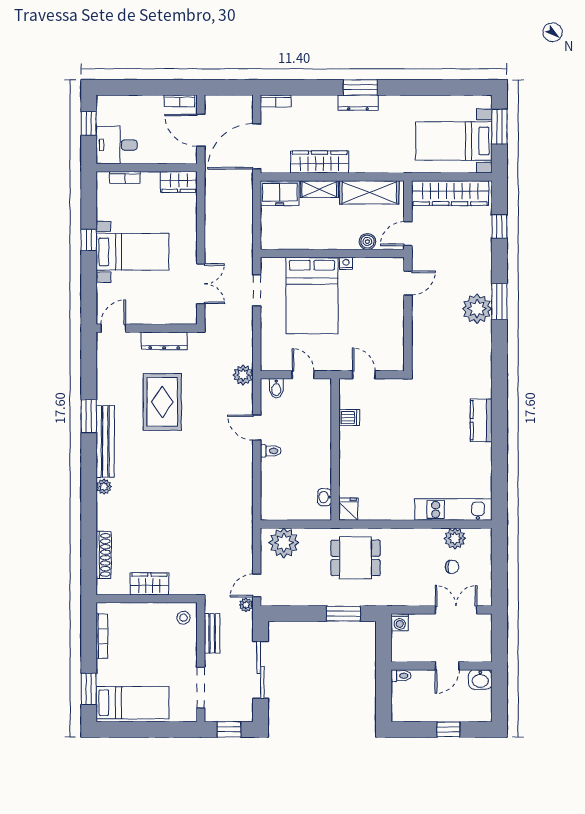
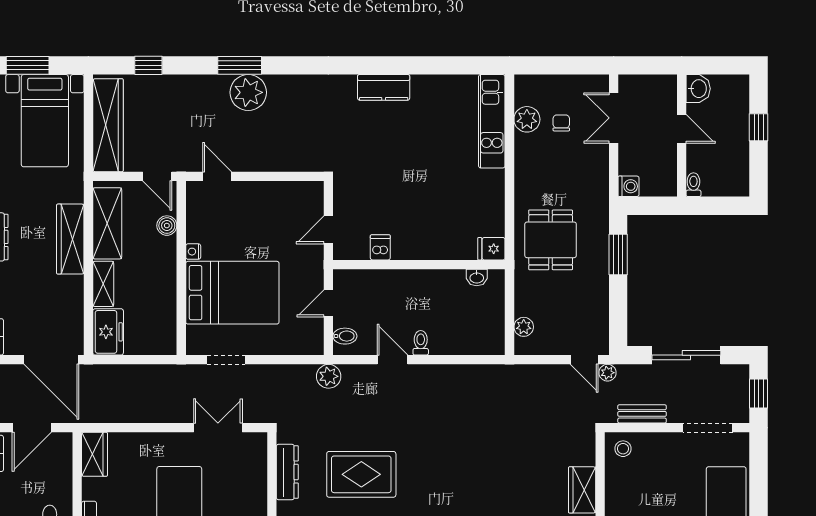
wardrobe: (320, 162) -> (70, 239), moved
door: (257, 428) -> (392, 360), swing flipped
plant: (284, 543) -> (524, 327), width x0.53, depth x0.53

